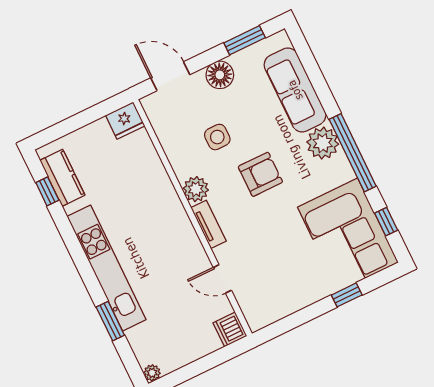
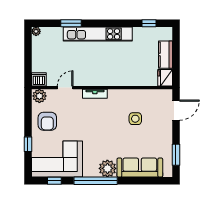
floor lamp: (220, 75) -> (165, 135), removed
armchair: (260, 174) -> (47, 121), moved
kitchen counter: (62, 178) -> (165, 55), moved, turned 90
plant: (196, 189) -> (39, 96), moved

